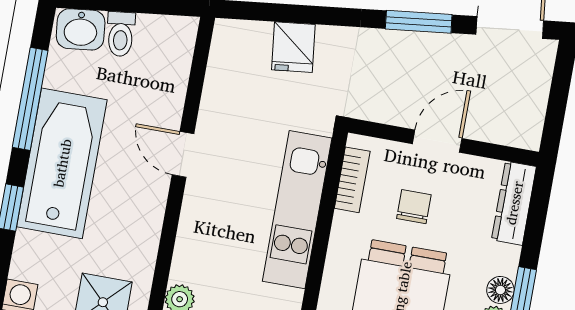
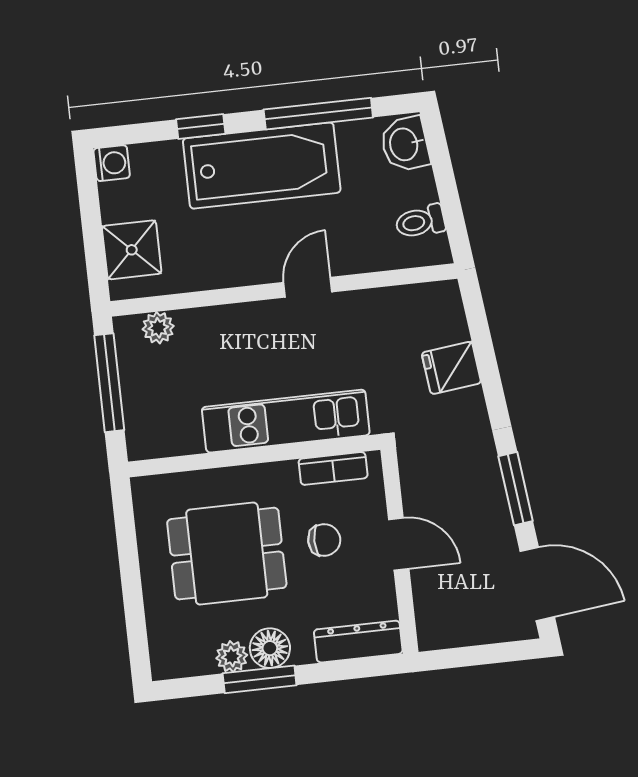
toilet: (121, 34) -> (420, 222), moved
floor lamp: (500, 290) -> (270, 648), width x1.37, depth x1.37

